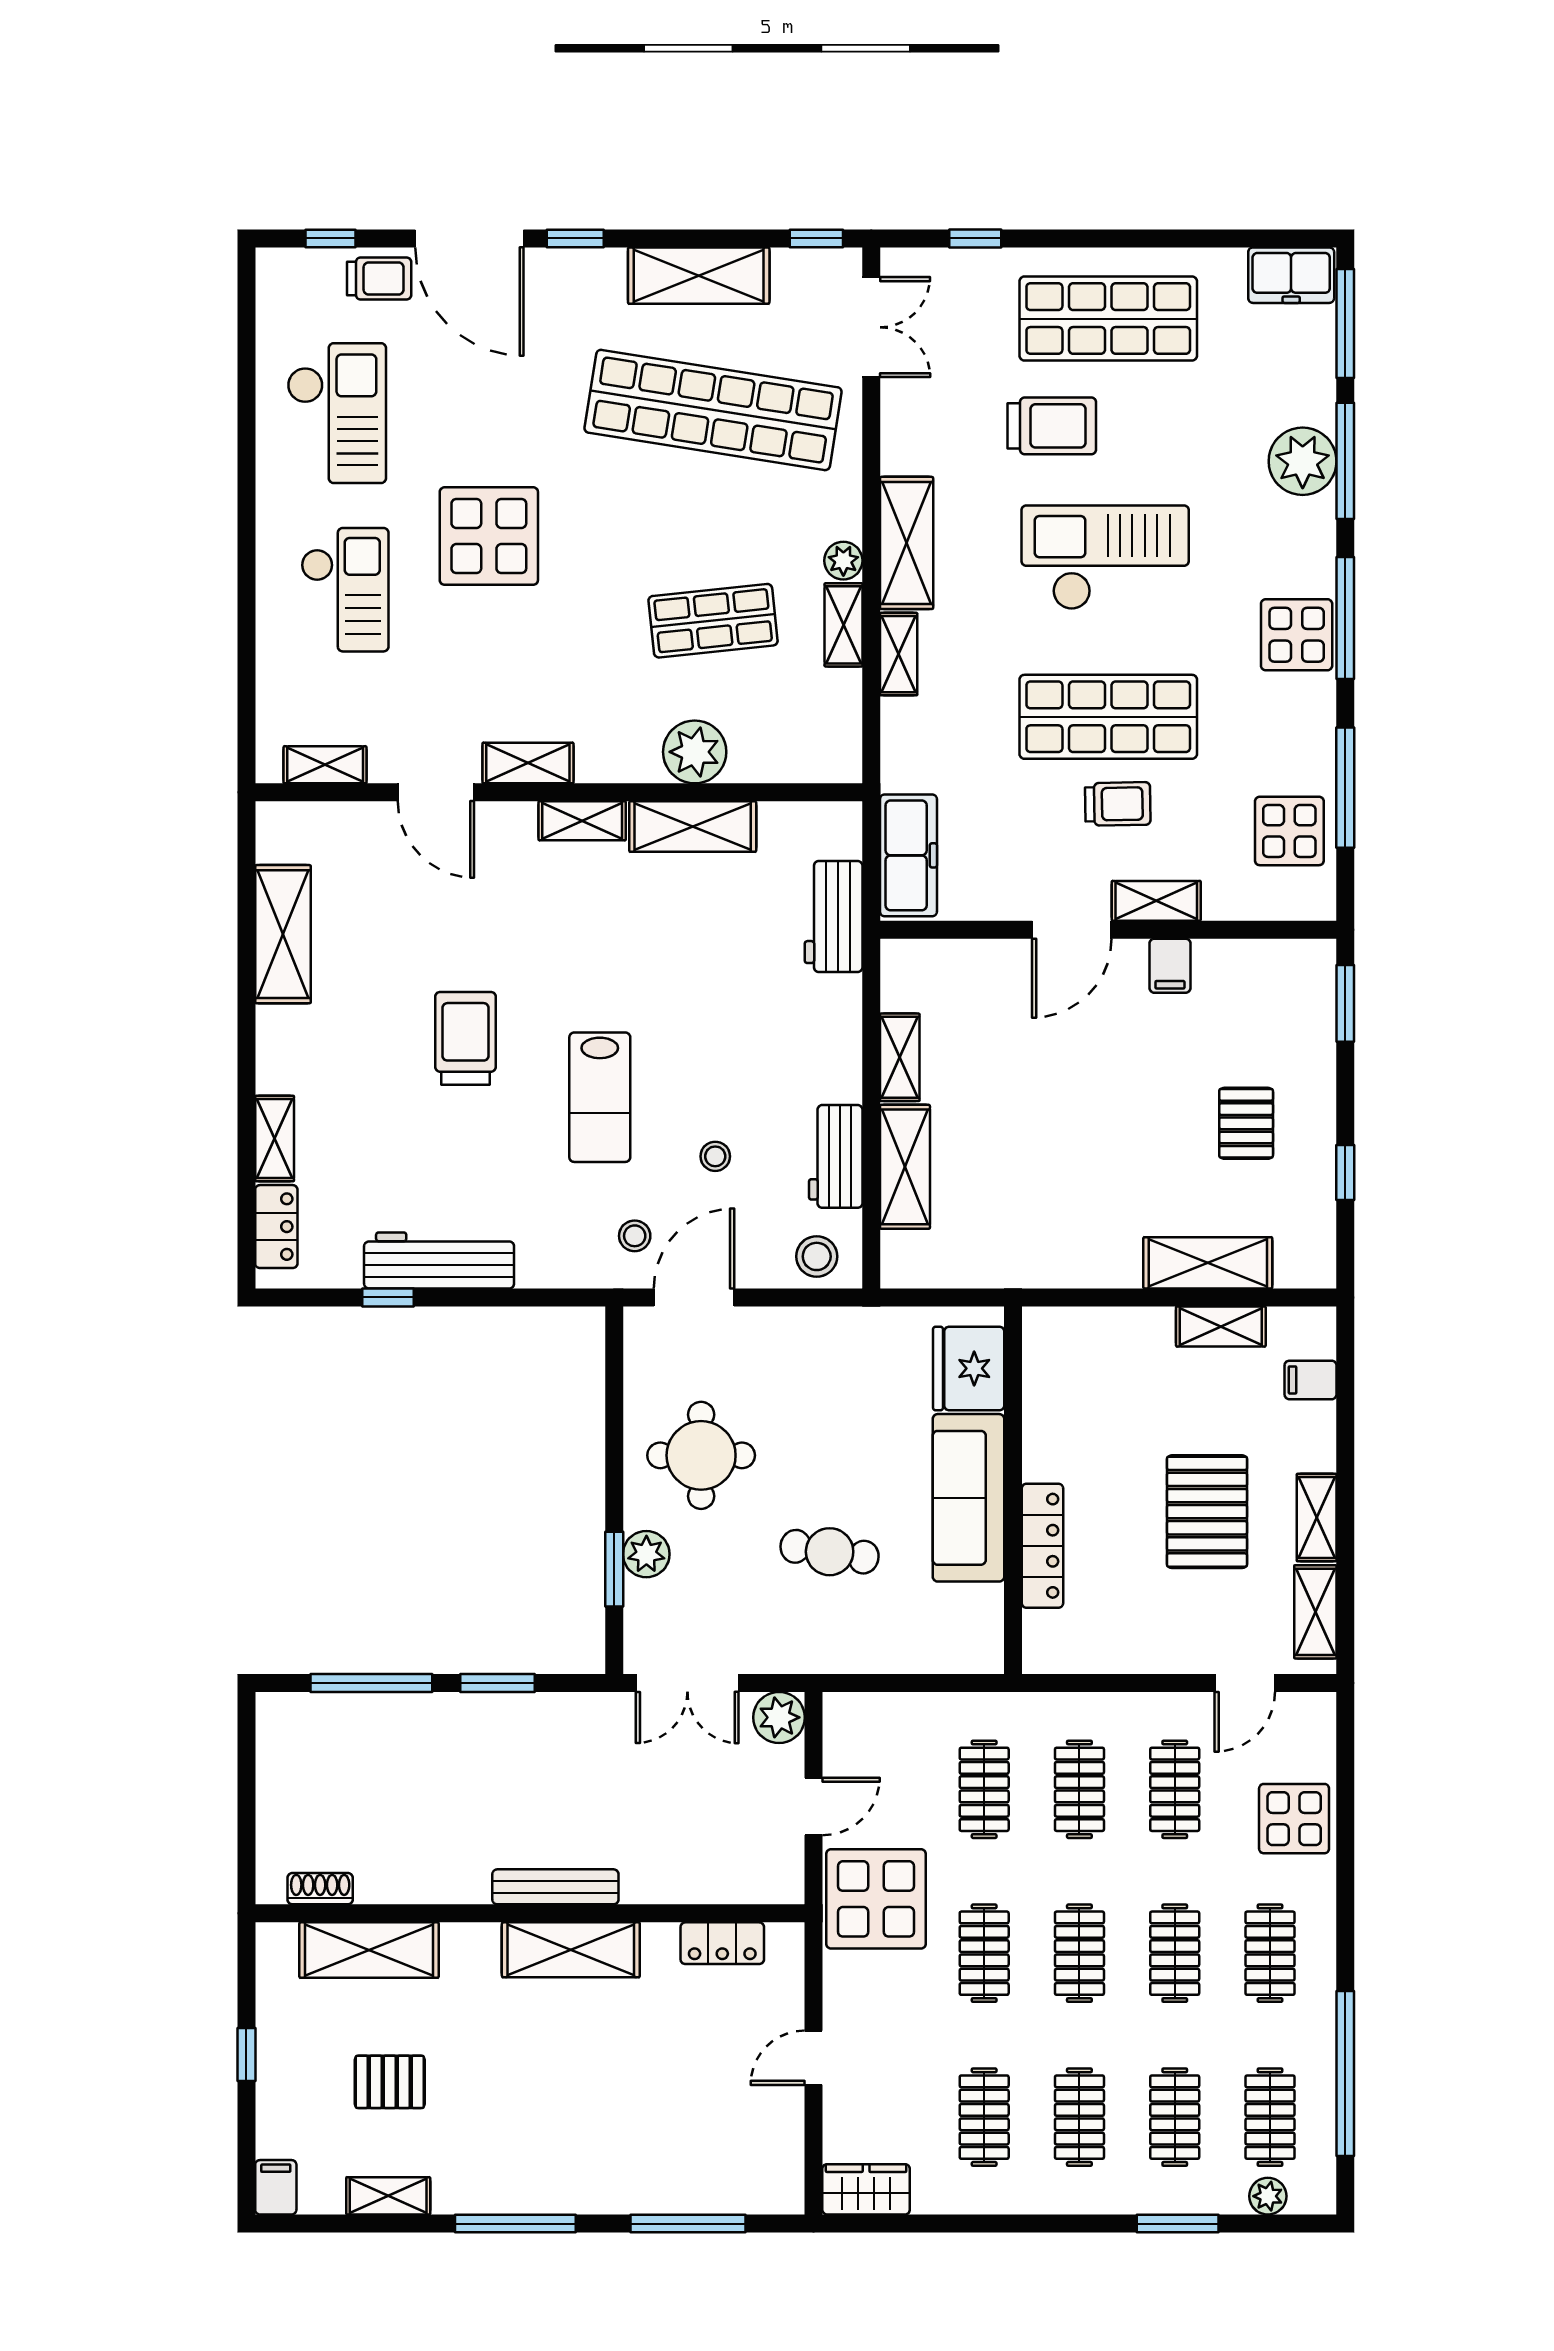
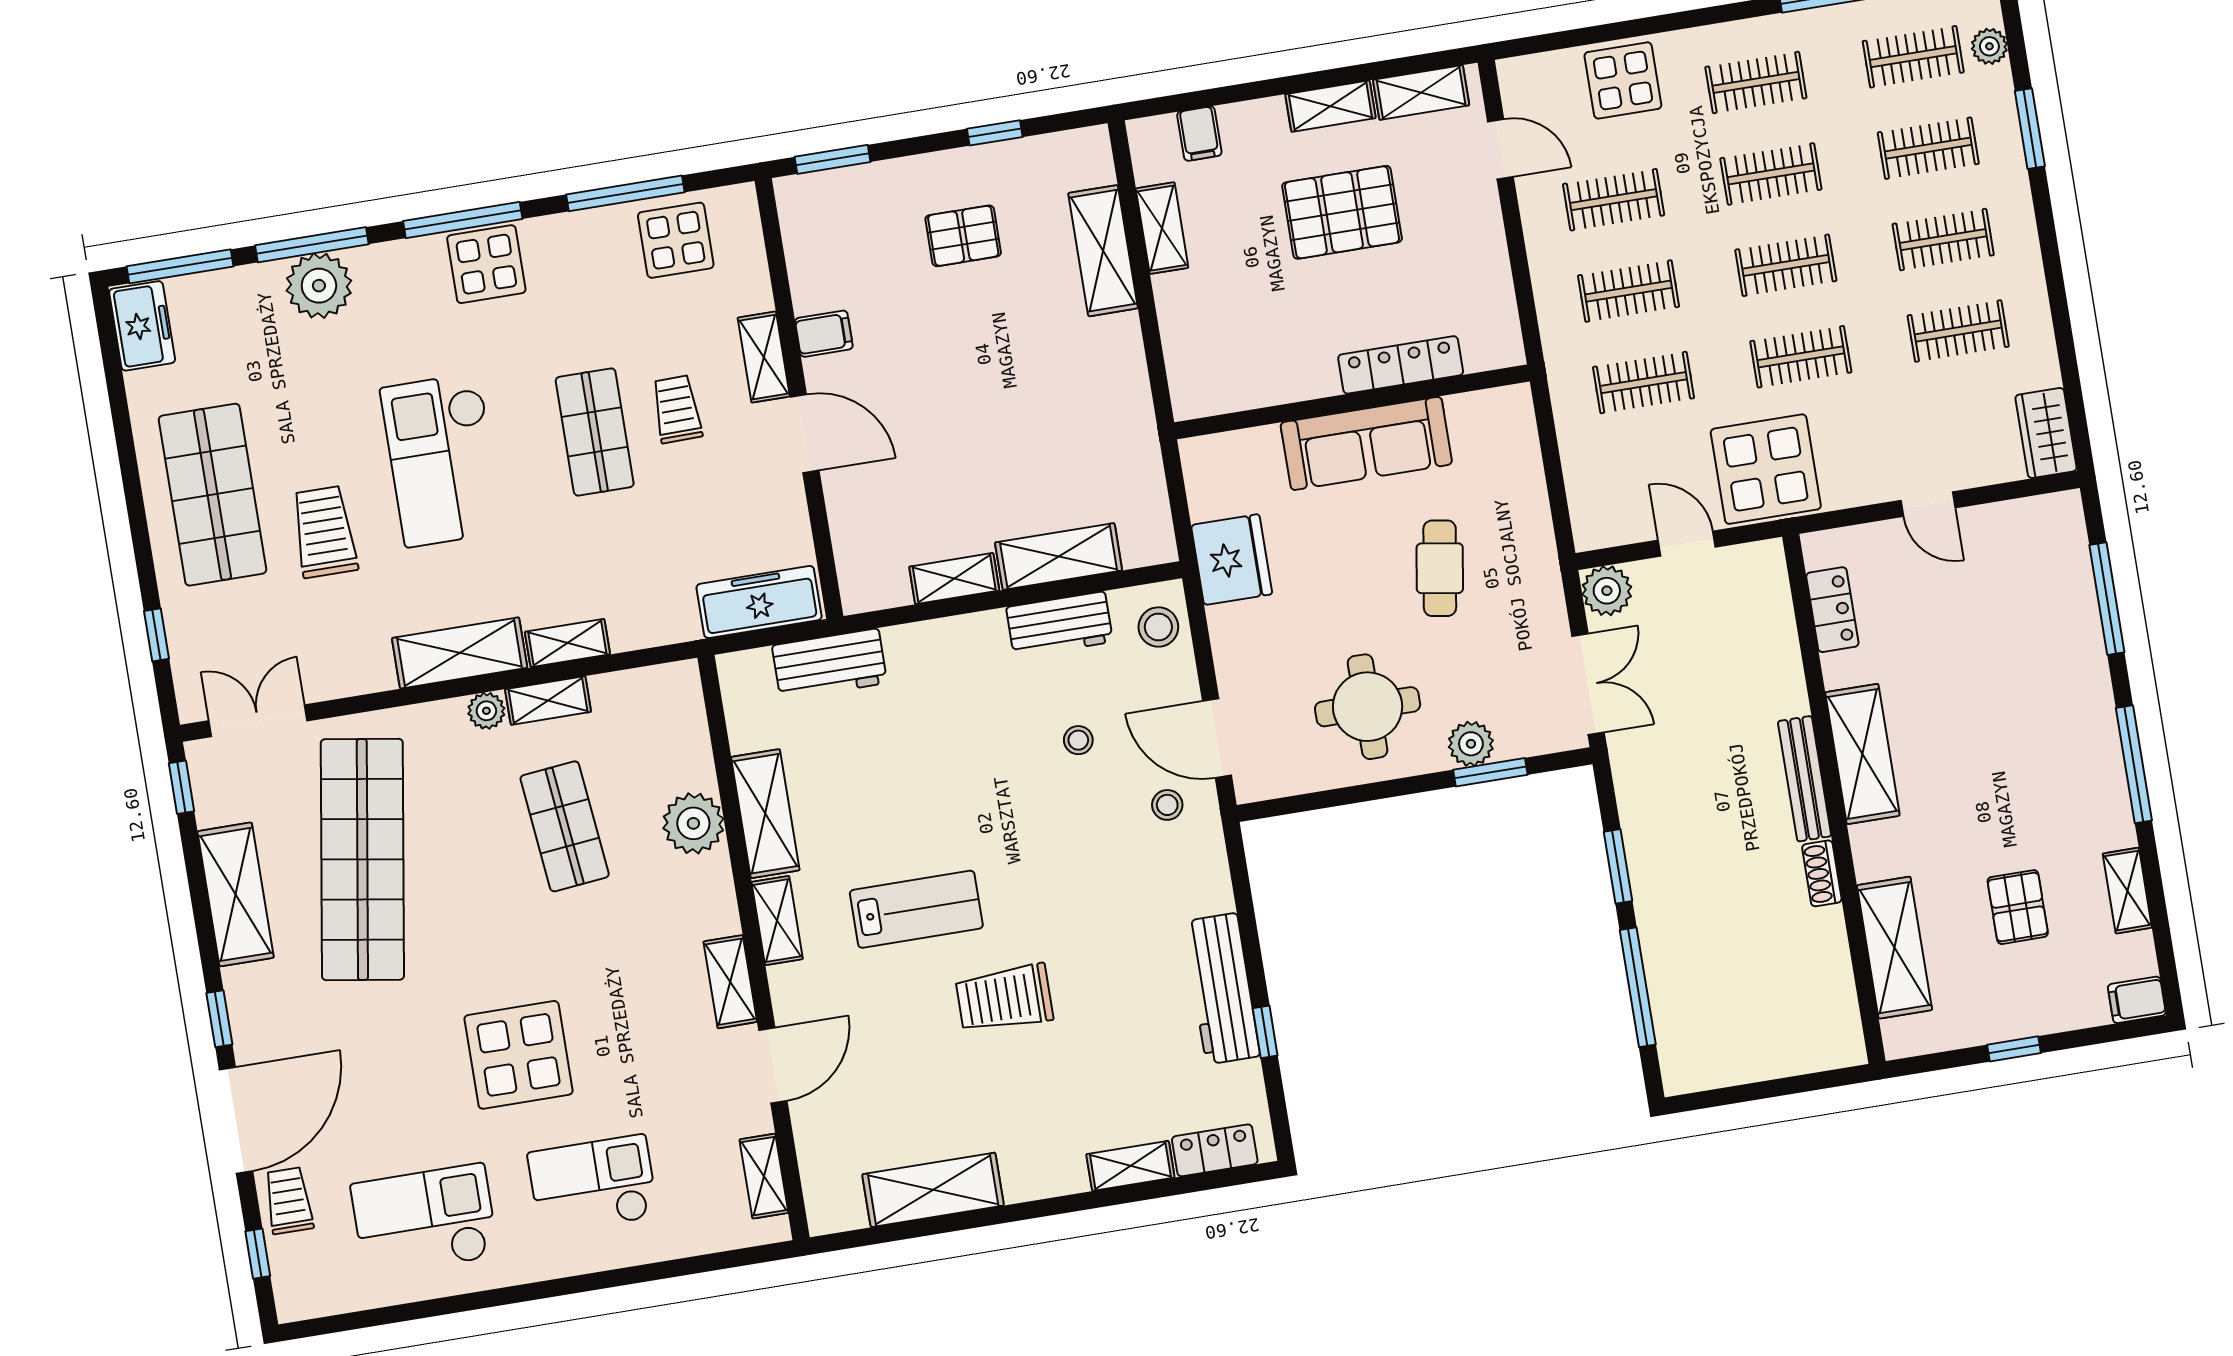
shop shelf: (1108, 717) -> (595, 432), width x0.70, depth x0.74
lab bench: (600, 1097) -> (916, 909), moved
fridge: (969, 1368) -> (1232, 560), moved, turned -90
shoe rack: (320, 1889) -> (1822, 873), moved

